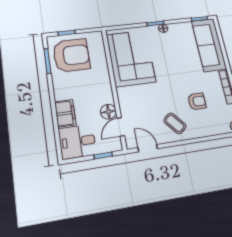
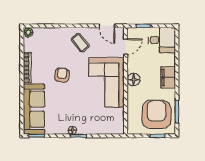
armchair: (71, 55) -> (157, 114), turned 90
corner sofa: (131, 58) -> (106, 82), moved
armchair: (197, 101) -> (62, 75), moved, turned 98
floor lamp: (108, 112) -> (133, 80), moved
filing cabinet: (65, 113) -> (168, 77), moved

